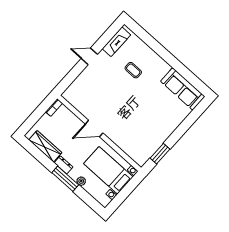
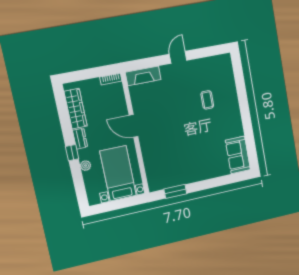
fireplace: (116, 42) -> (143, 76), moved
door: (89, 56) -> (178, 57), hinge flipped
sofa: (183, 89) -> (238, 155), width x0.73
window: (65, 179) -> (72, 153), width x0.46

